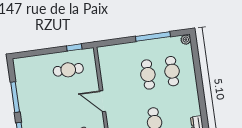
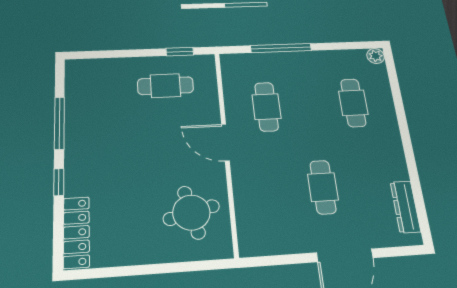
window: (153, 37) -> (281, 48), moved
cafe table: (148, 74) -> (266, 107), moved

